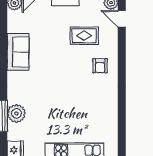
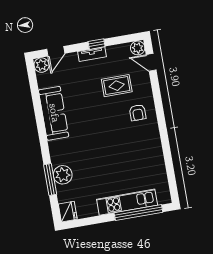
sofa: (18, 52) -> (54, 113), width x1.36

